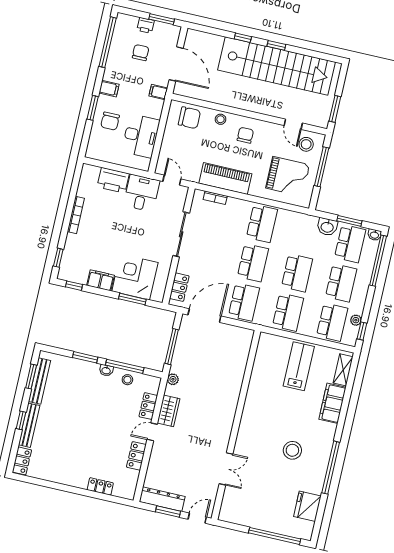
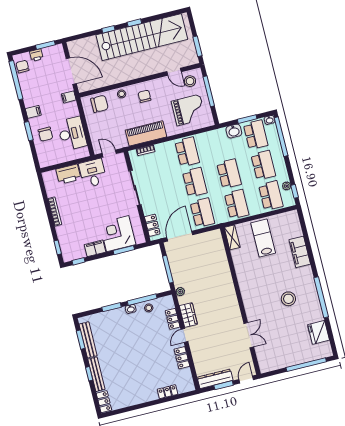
chair: (141, 53) -> (22, 67), moved
shelving: (343, 370) -> (232, 237), moved

